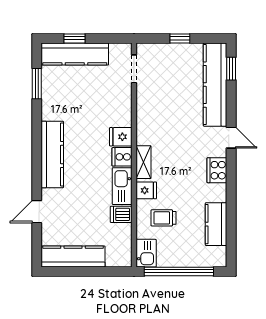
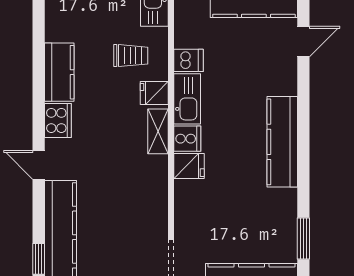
door: (37, 212) -> (303, 42), moved
kitchen counter: (216, 224) -> (59, 72), moved

